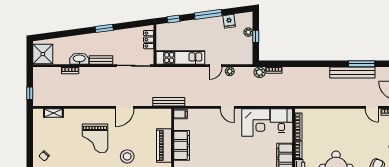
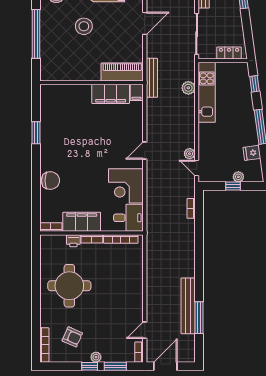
door: (216, 66) -> (197, 168), moved
plant: (260, 72) -> (188, 88), moved
door: (125, 107) -> (145, 23), swing flipped
piano: (164, 145) -> (122, 72), moved
filing cabinet: (182, 145) -> (111, 94), moved

